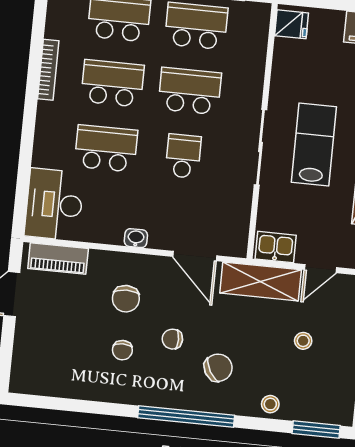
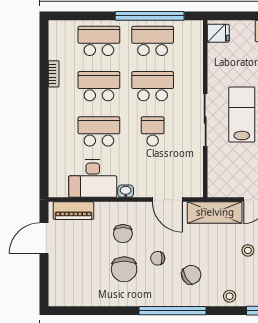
bookcase: (48, 70) -> (54, 74), width x0.64
desk: (54, 204) -> (93, 179), moved, turned -90
kitchen sink: (276, 247) -> (222, 188), removed
chair: (122, 350) -> (124, 269), width x1.87, depth x1.87

